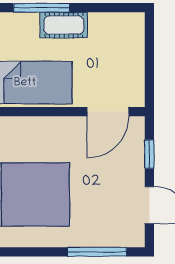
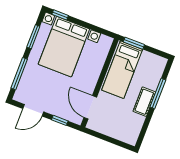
window: (27, 252) -> (33, 37), added

